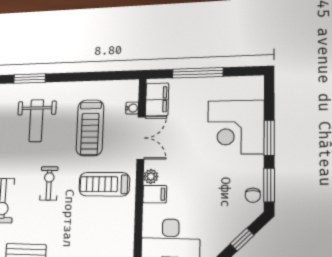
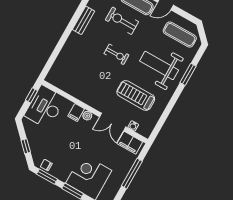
weight bench: (36, 121) -> (159, 65), width x1.36, depth x1.33
treadmill: (104, 184) -> (98, 87), removed

